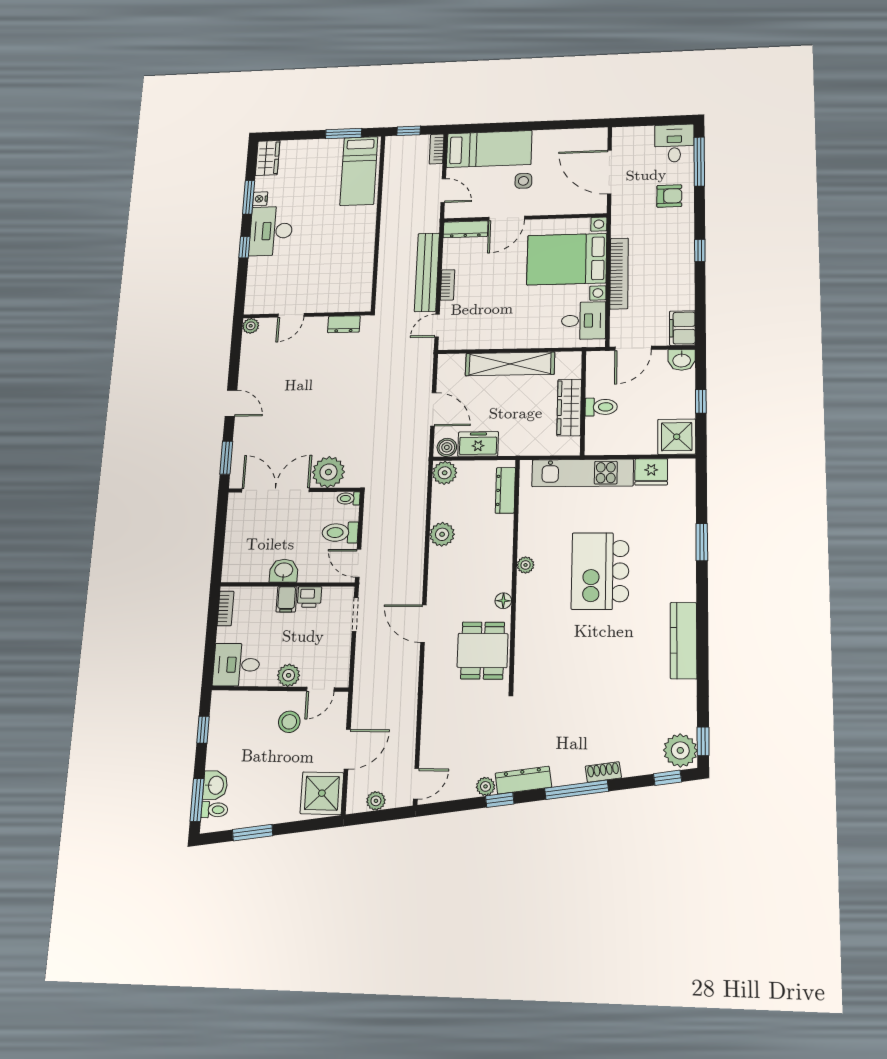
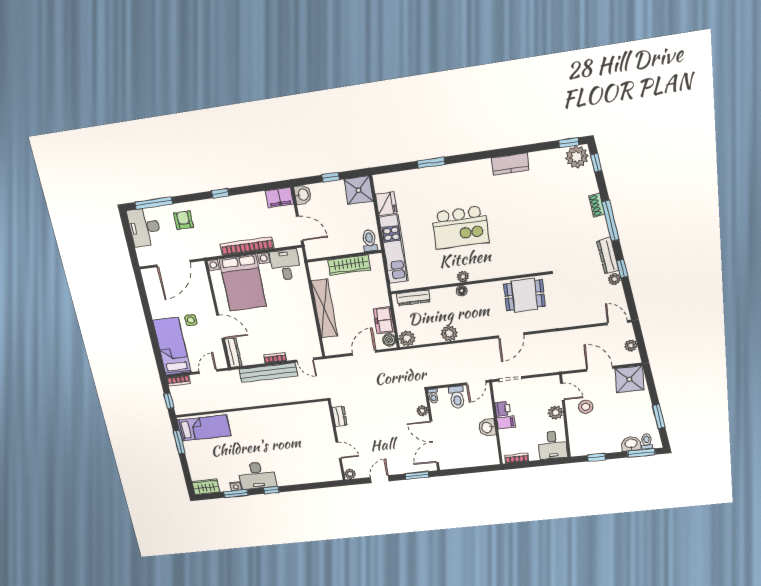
desk: (674, 143) -> (144, 227), width x1.37
door: (291, 315) -> (339, 450), moved
wall: (307, 315) -> (337, 441), moved
dresser: (344, 324) -> (340, 416), moved
plant: (251, 326) -> (350, 474), moved
toilet: (601, 407) -> (369, 241), moved
plant: (328, 472) -> (422, 411), width x0.53, depth x0.53
floor lamp: (503, 601) -> (462, 291), moved
kitchen counter: (684, 641) -> (510, 164), width x0.67

